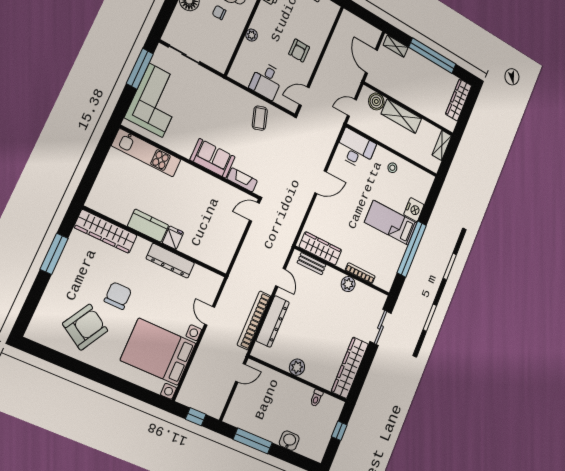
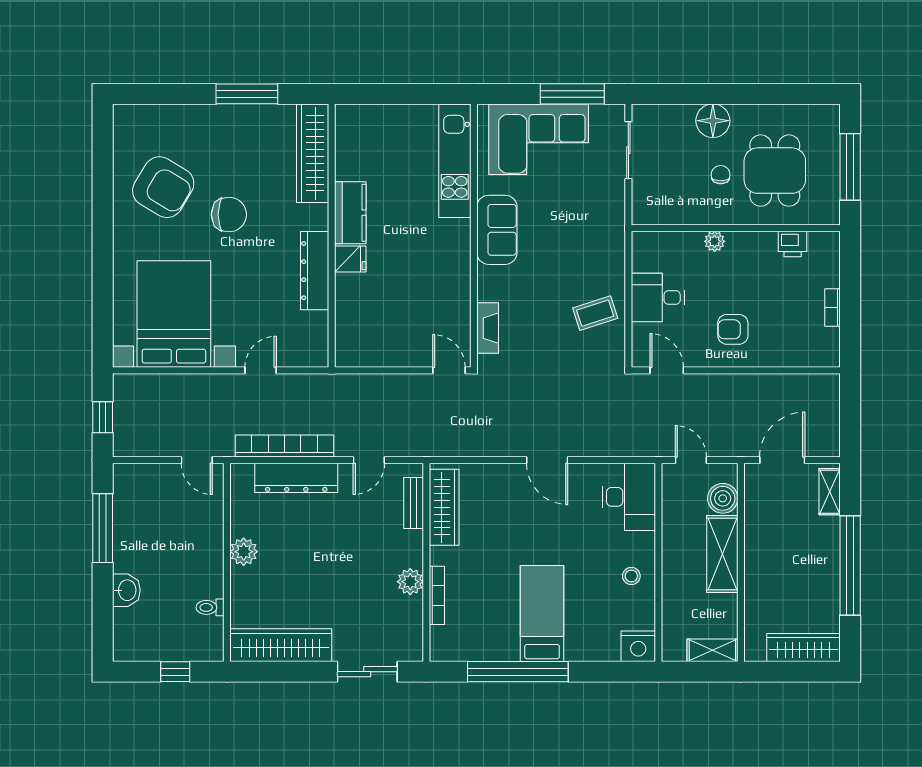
sofa: (213, 158) -> (497, 230), moved
nightstand: (414, 210) -> (638, 646), moved

